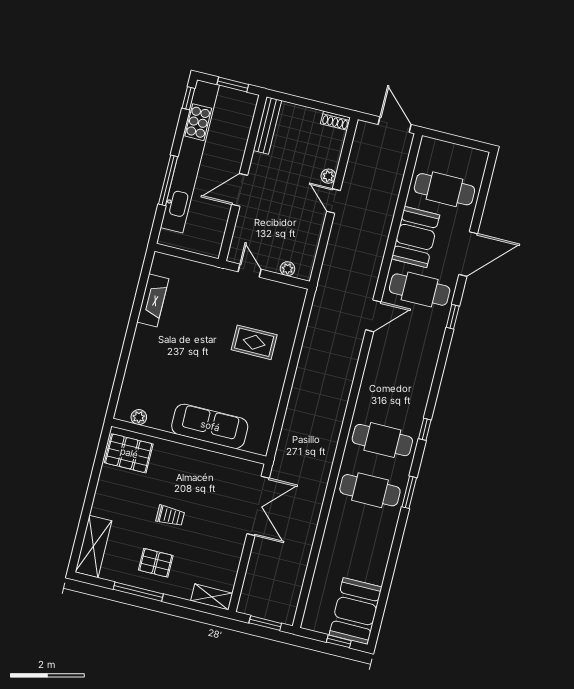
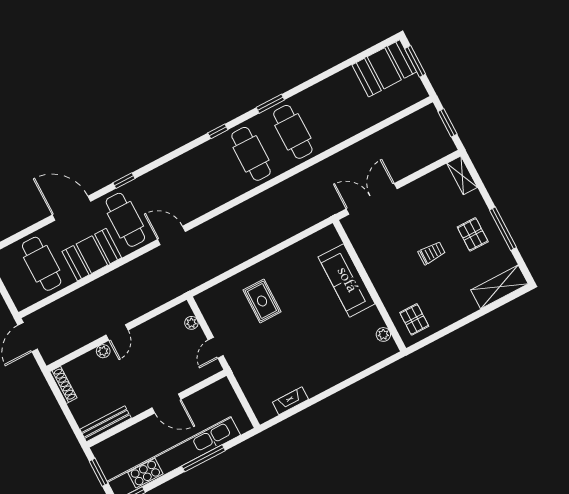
shoe rack: (335, 121) -> (63, 385), width x1.43
fireplace: (153, 300) -> (290, 401), width x0.73, depth x0.76
pallet: (129, 453) -> (414, 319), width x0.67, depth x0.71
trolley: (170, 516) -> (432, 253), turned 90
window: (339, 641) -> (415, 61), width x1.50

